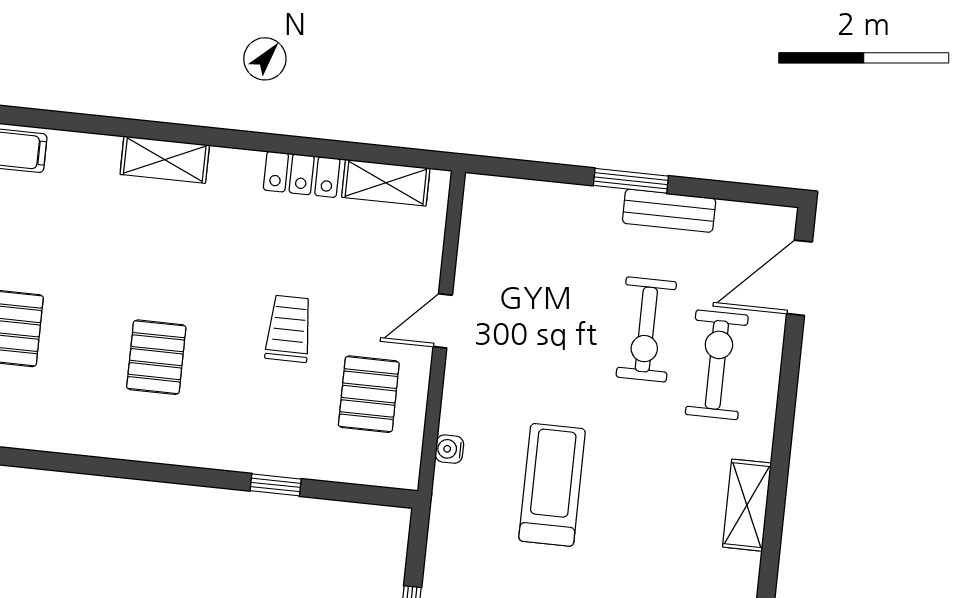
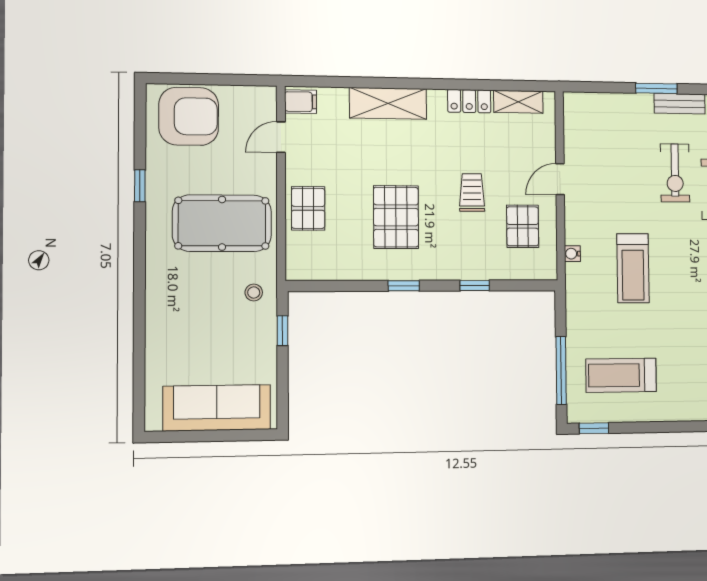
shelving: (165, 160) -> (388, 103), width x1.50, depth x1.33
pallet: (156, 357) -> (396, 217), width x1.50, depth x1.42
window: (157, 472) -> (404, 286), added
treadmill: (552, 485) -> (633, 268), turned 180

